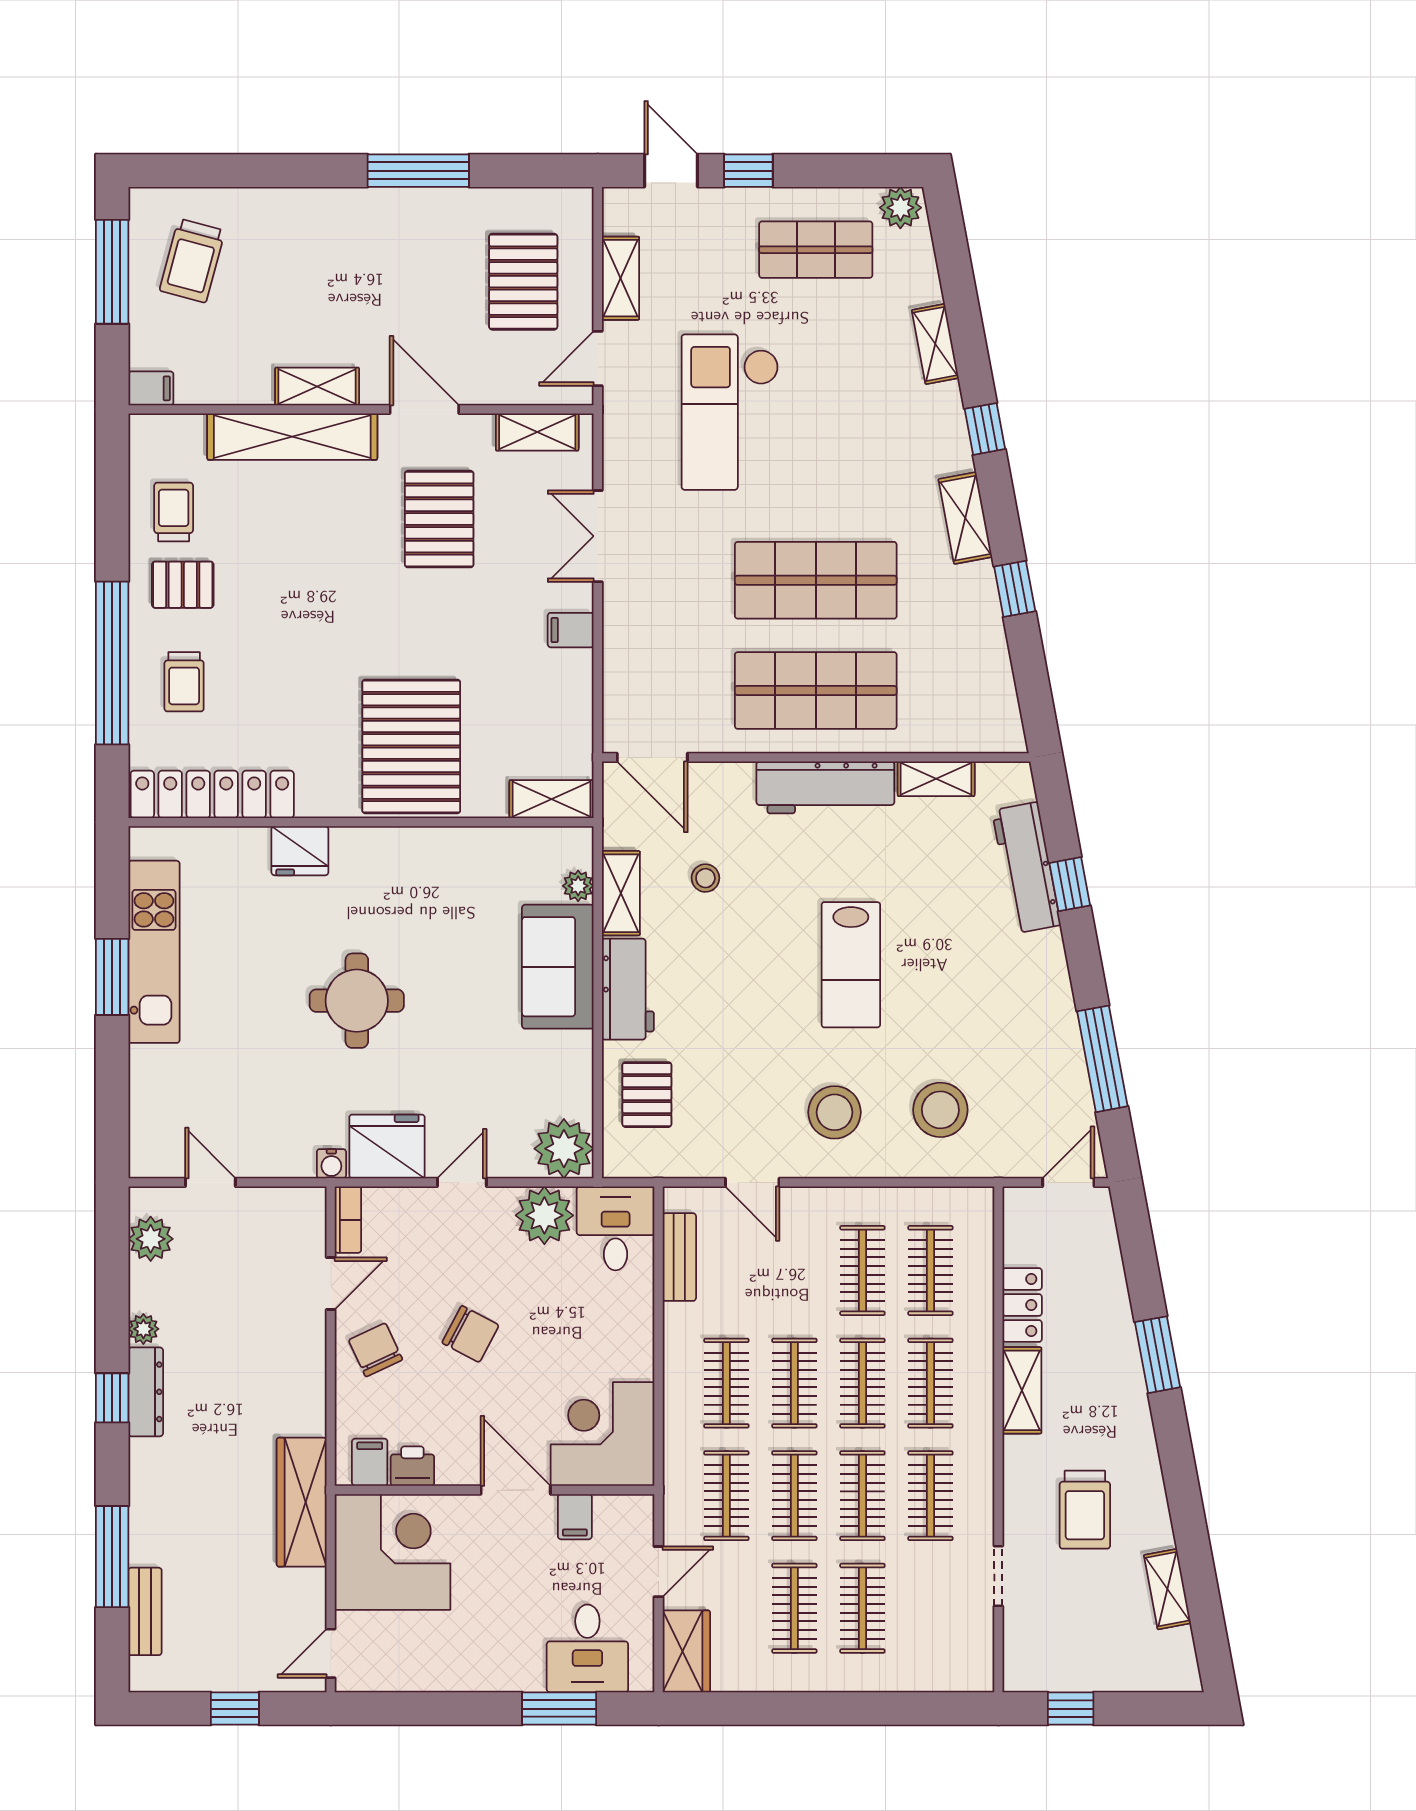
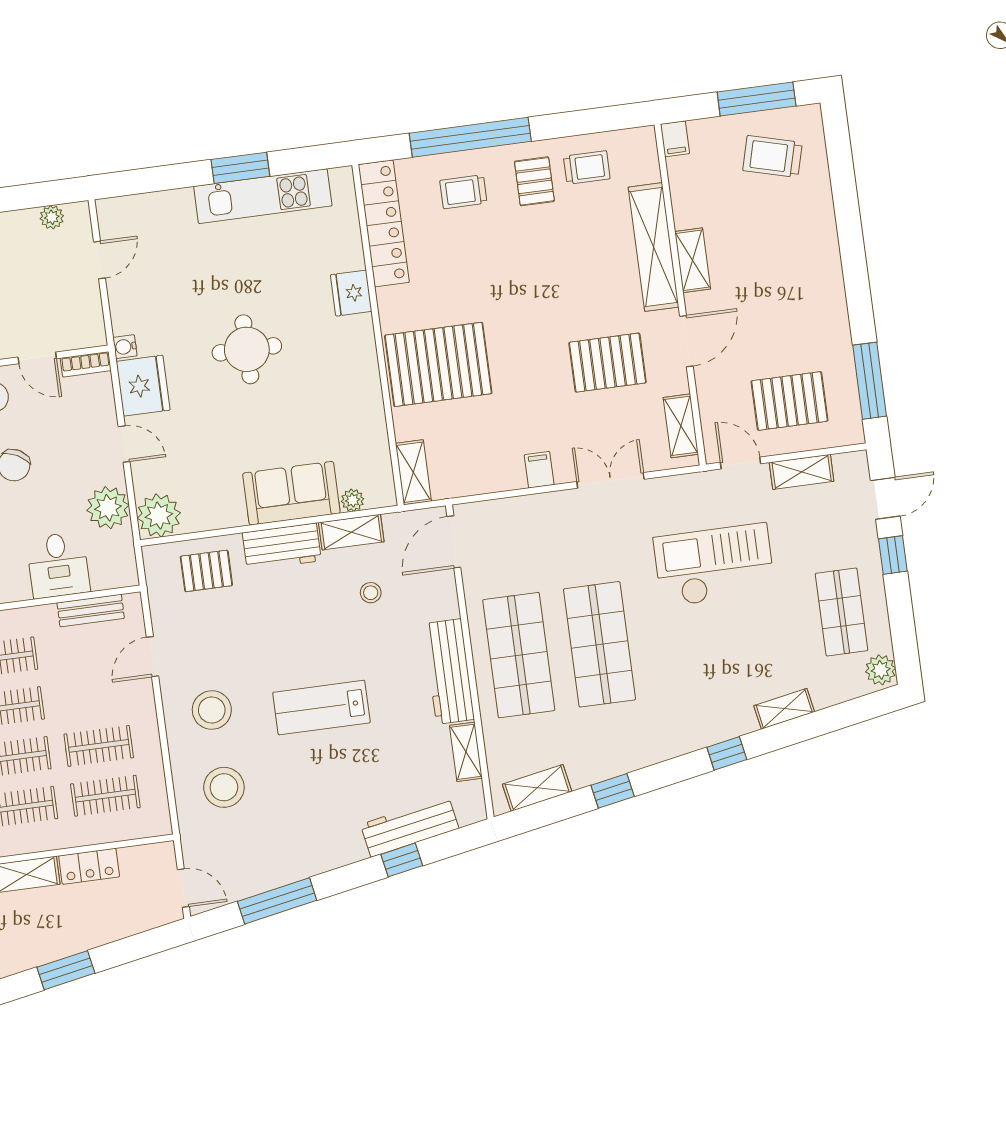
window: (418, 171) -> (870, 381), moved
shelving: (965, 518) -> (537, 788), moved
desk: (616, 1228) -> (58, 565), moved, turned 90
plant: (151, 1239) -> (52, 217), width x0.73, depth x0.73

